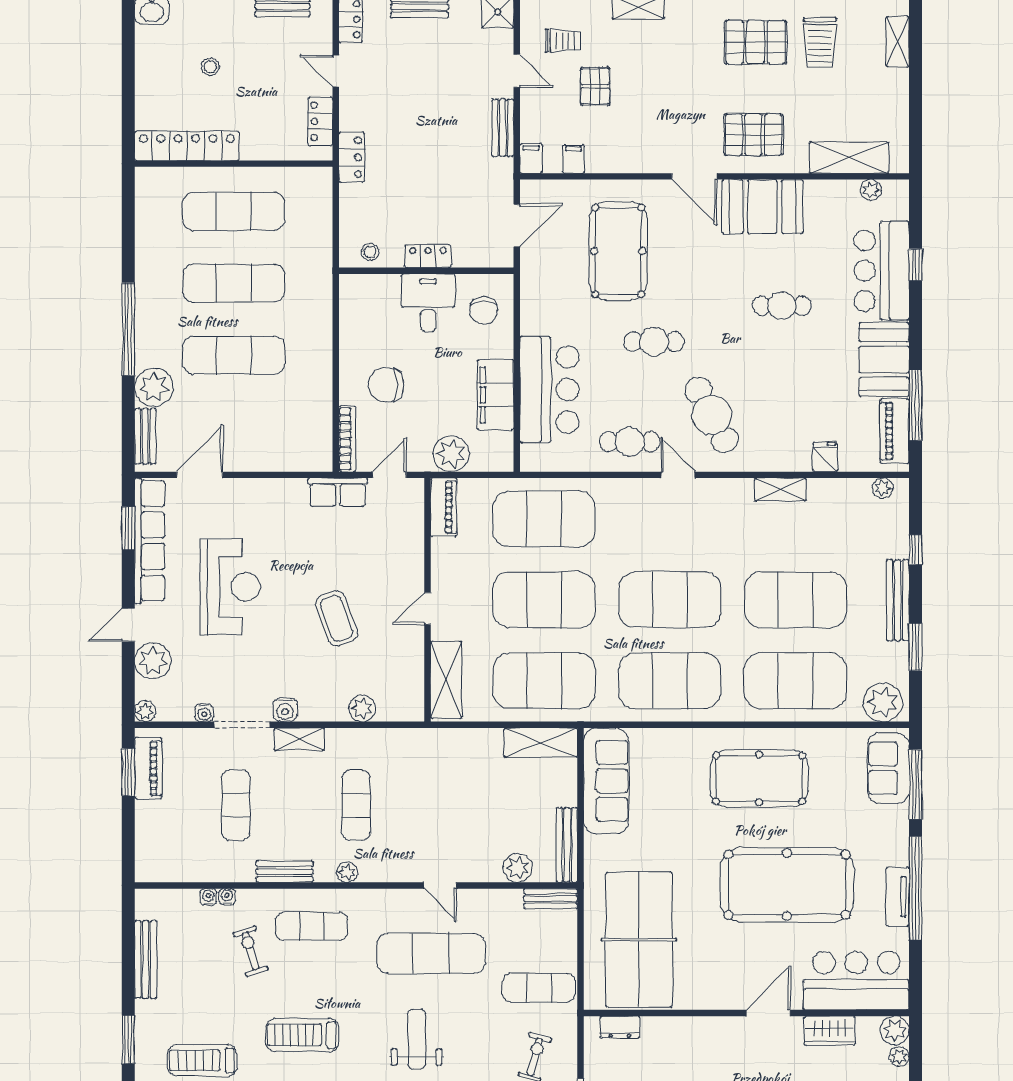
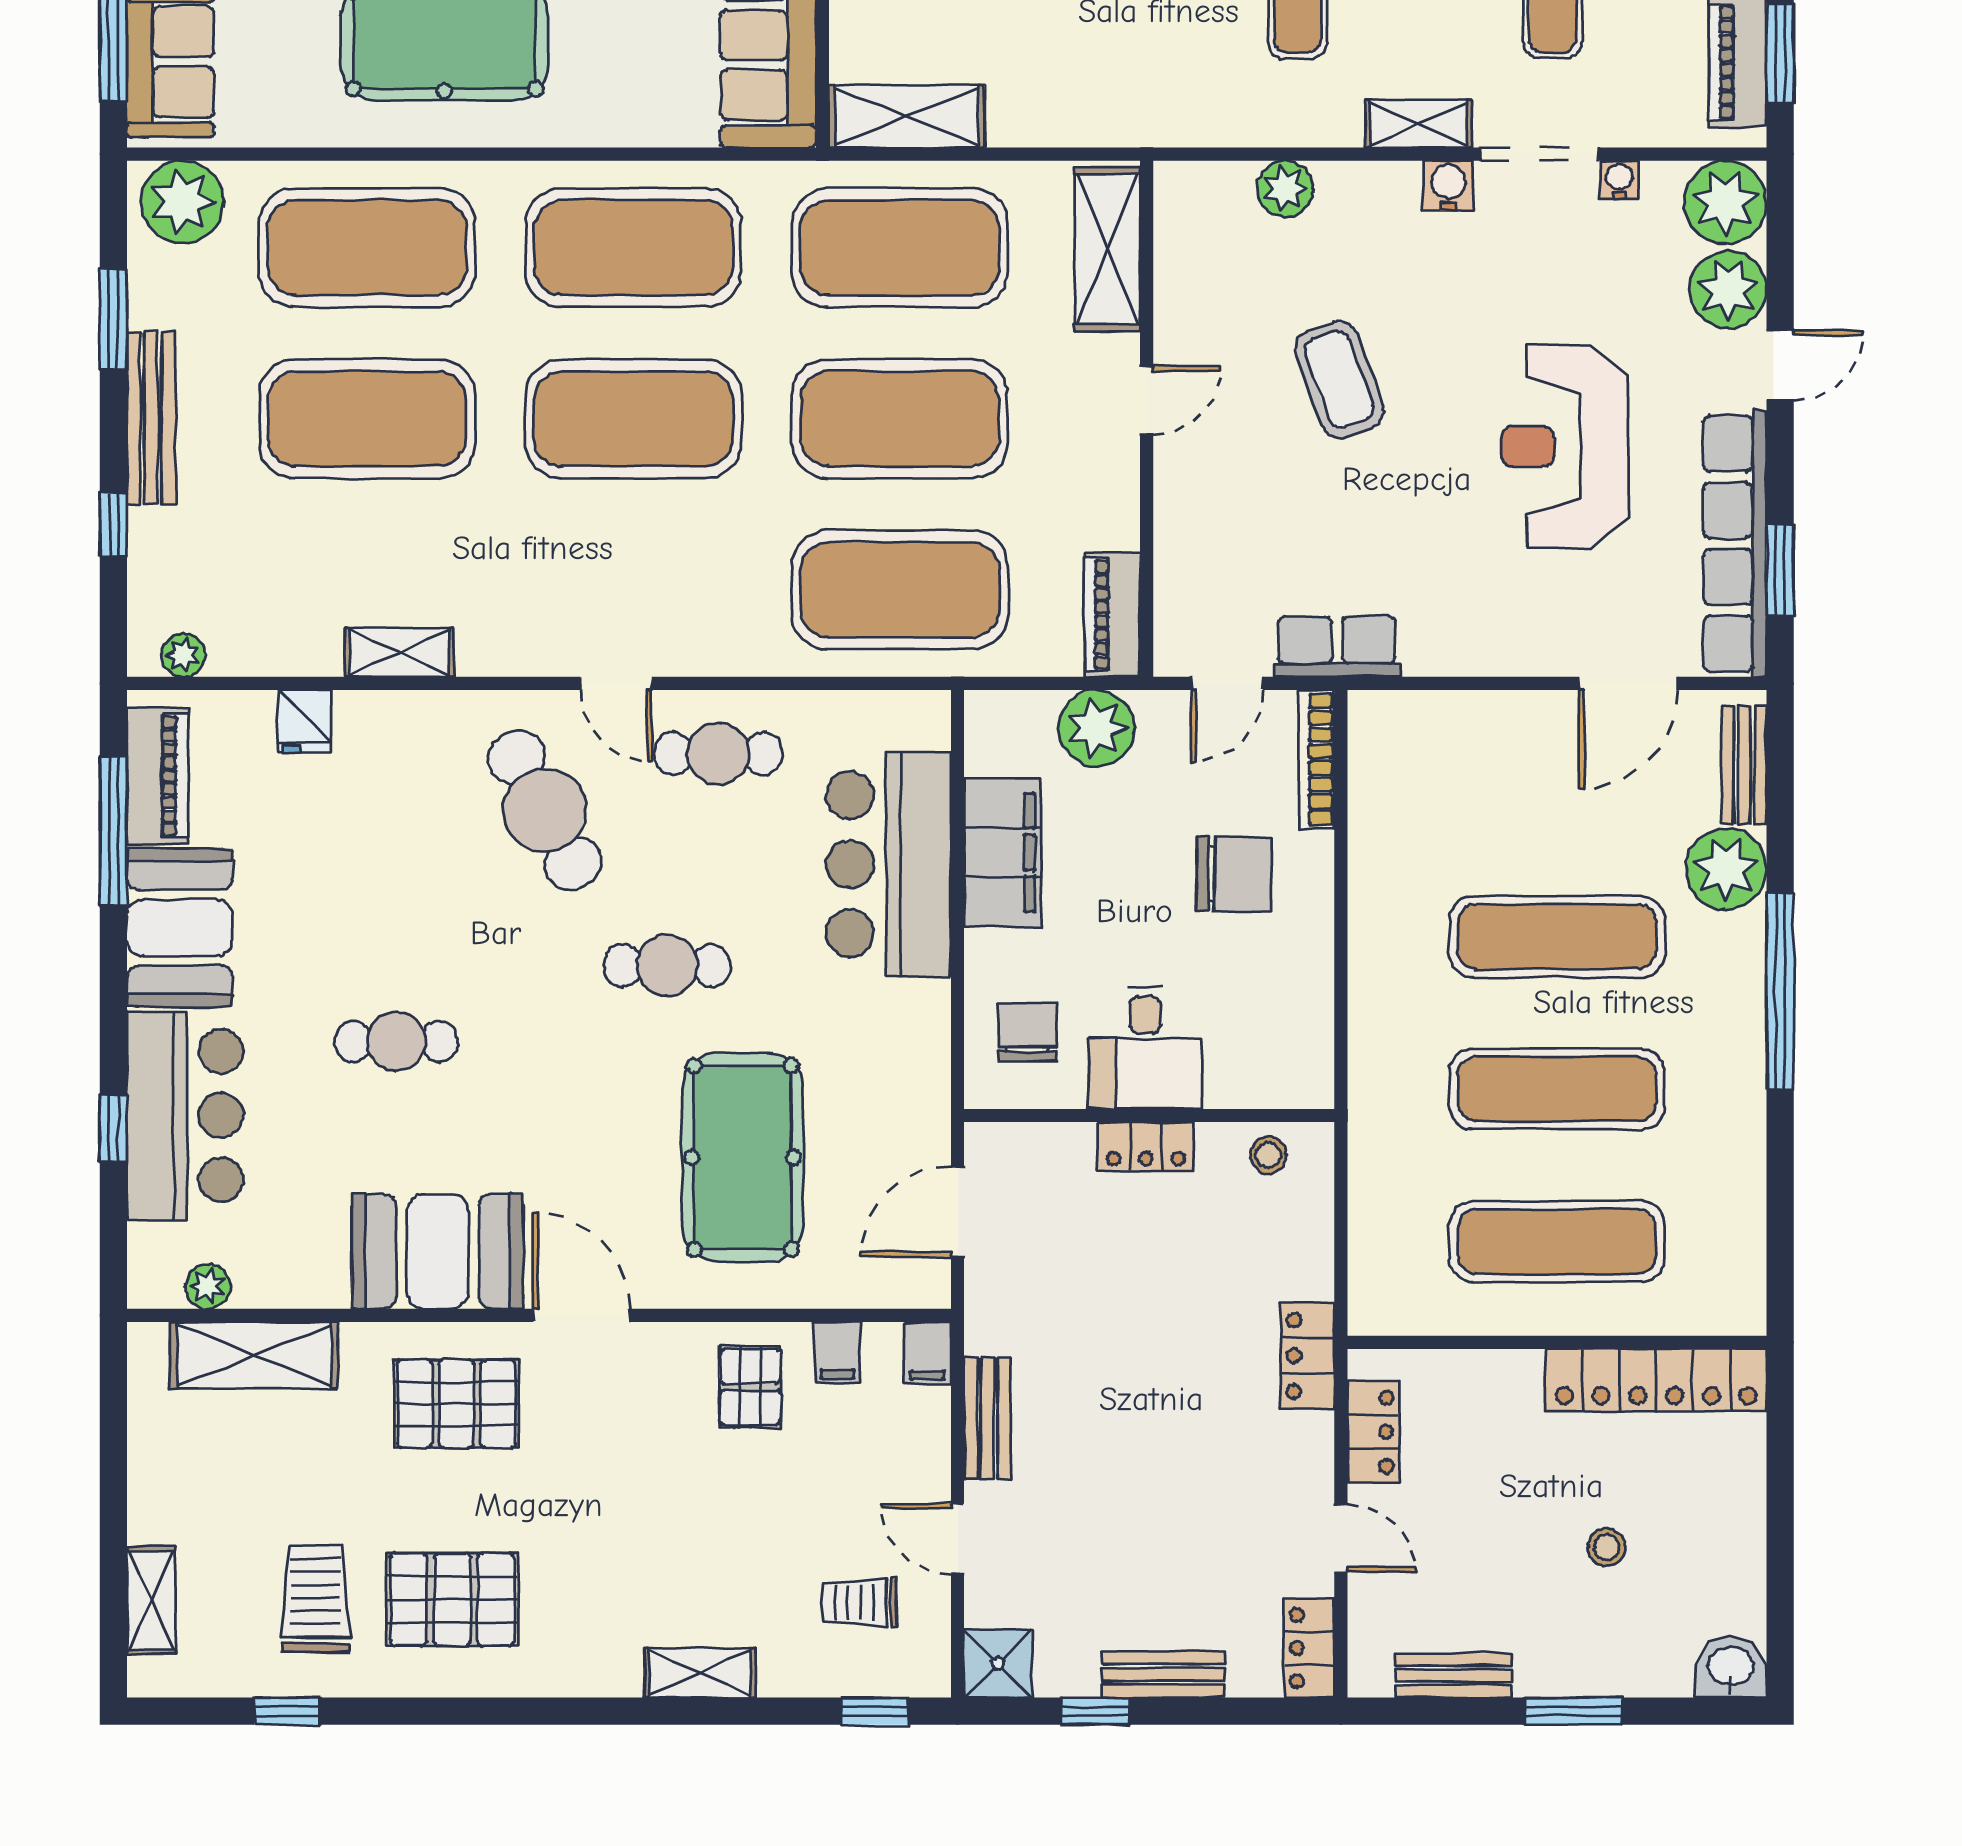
pallet: (595, 86) -> (750, 1387), moved
plant: (145, 711) -> (1725, 202), width x1.87, depth x1.87

